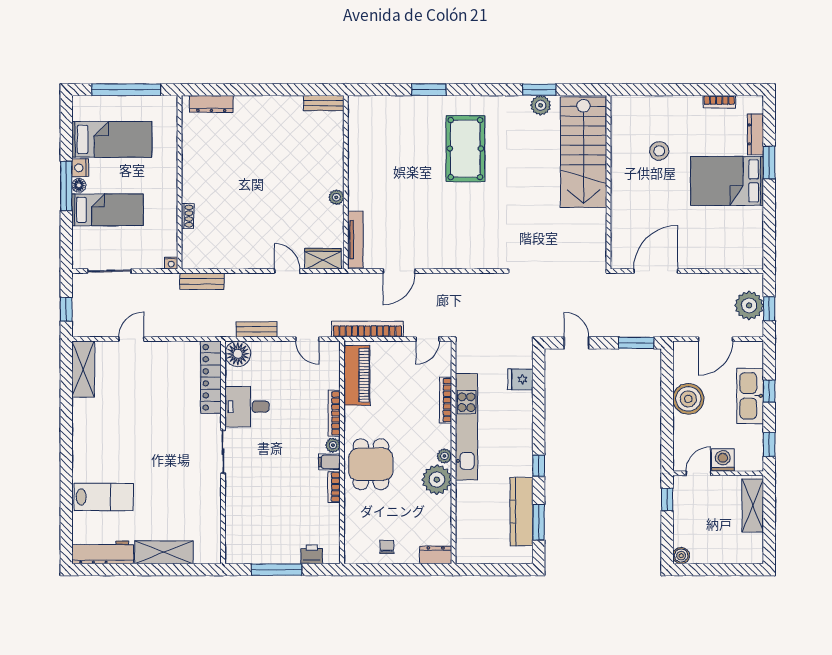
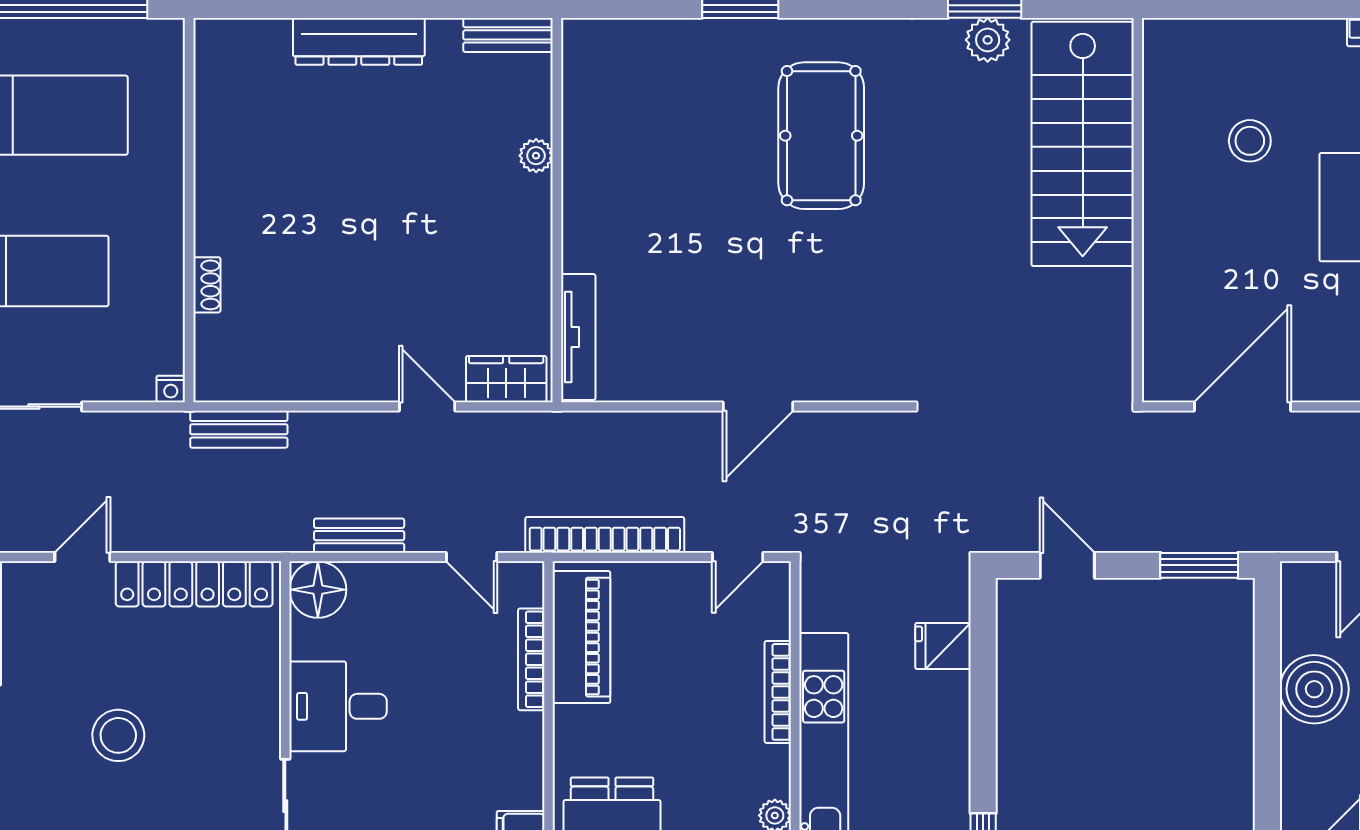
dresser: (211, 104) -> (359, 41), moved, width x1.37, depth x1.24
plant: (336, 197) -> (536, 156), moved
door: (399, 271) -> (758, 407), moved
locker: (211, 377) -> (194, 584), moved, turned -90
bookcase: (334, 413) -> (531, 659), moved
stool: (148, 420) -> (118, 735), added
plant: (333, 445) -> (528, 791), removed

